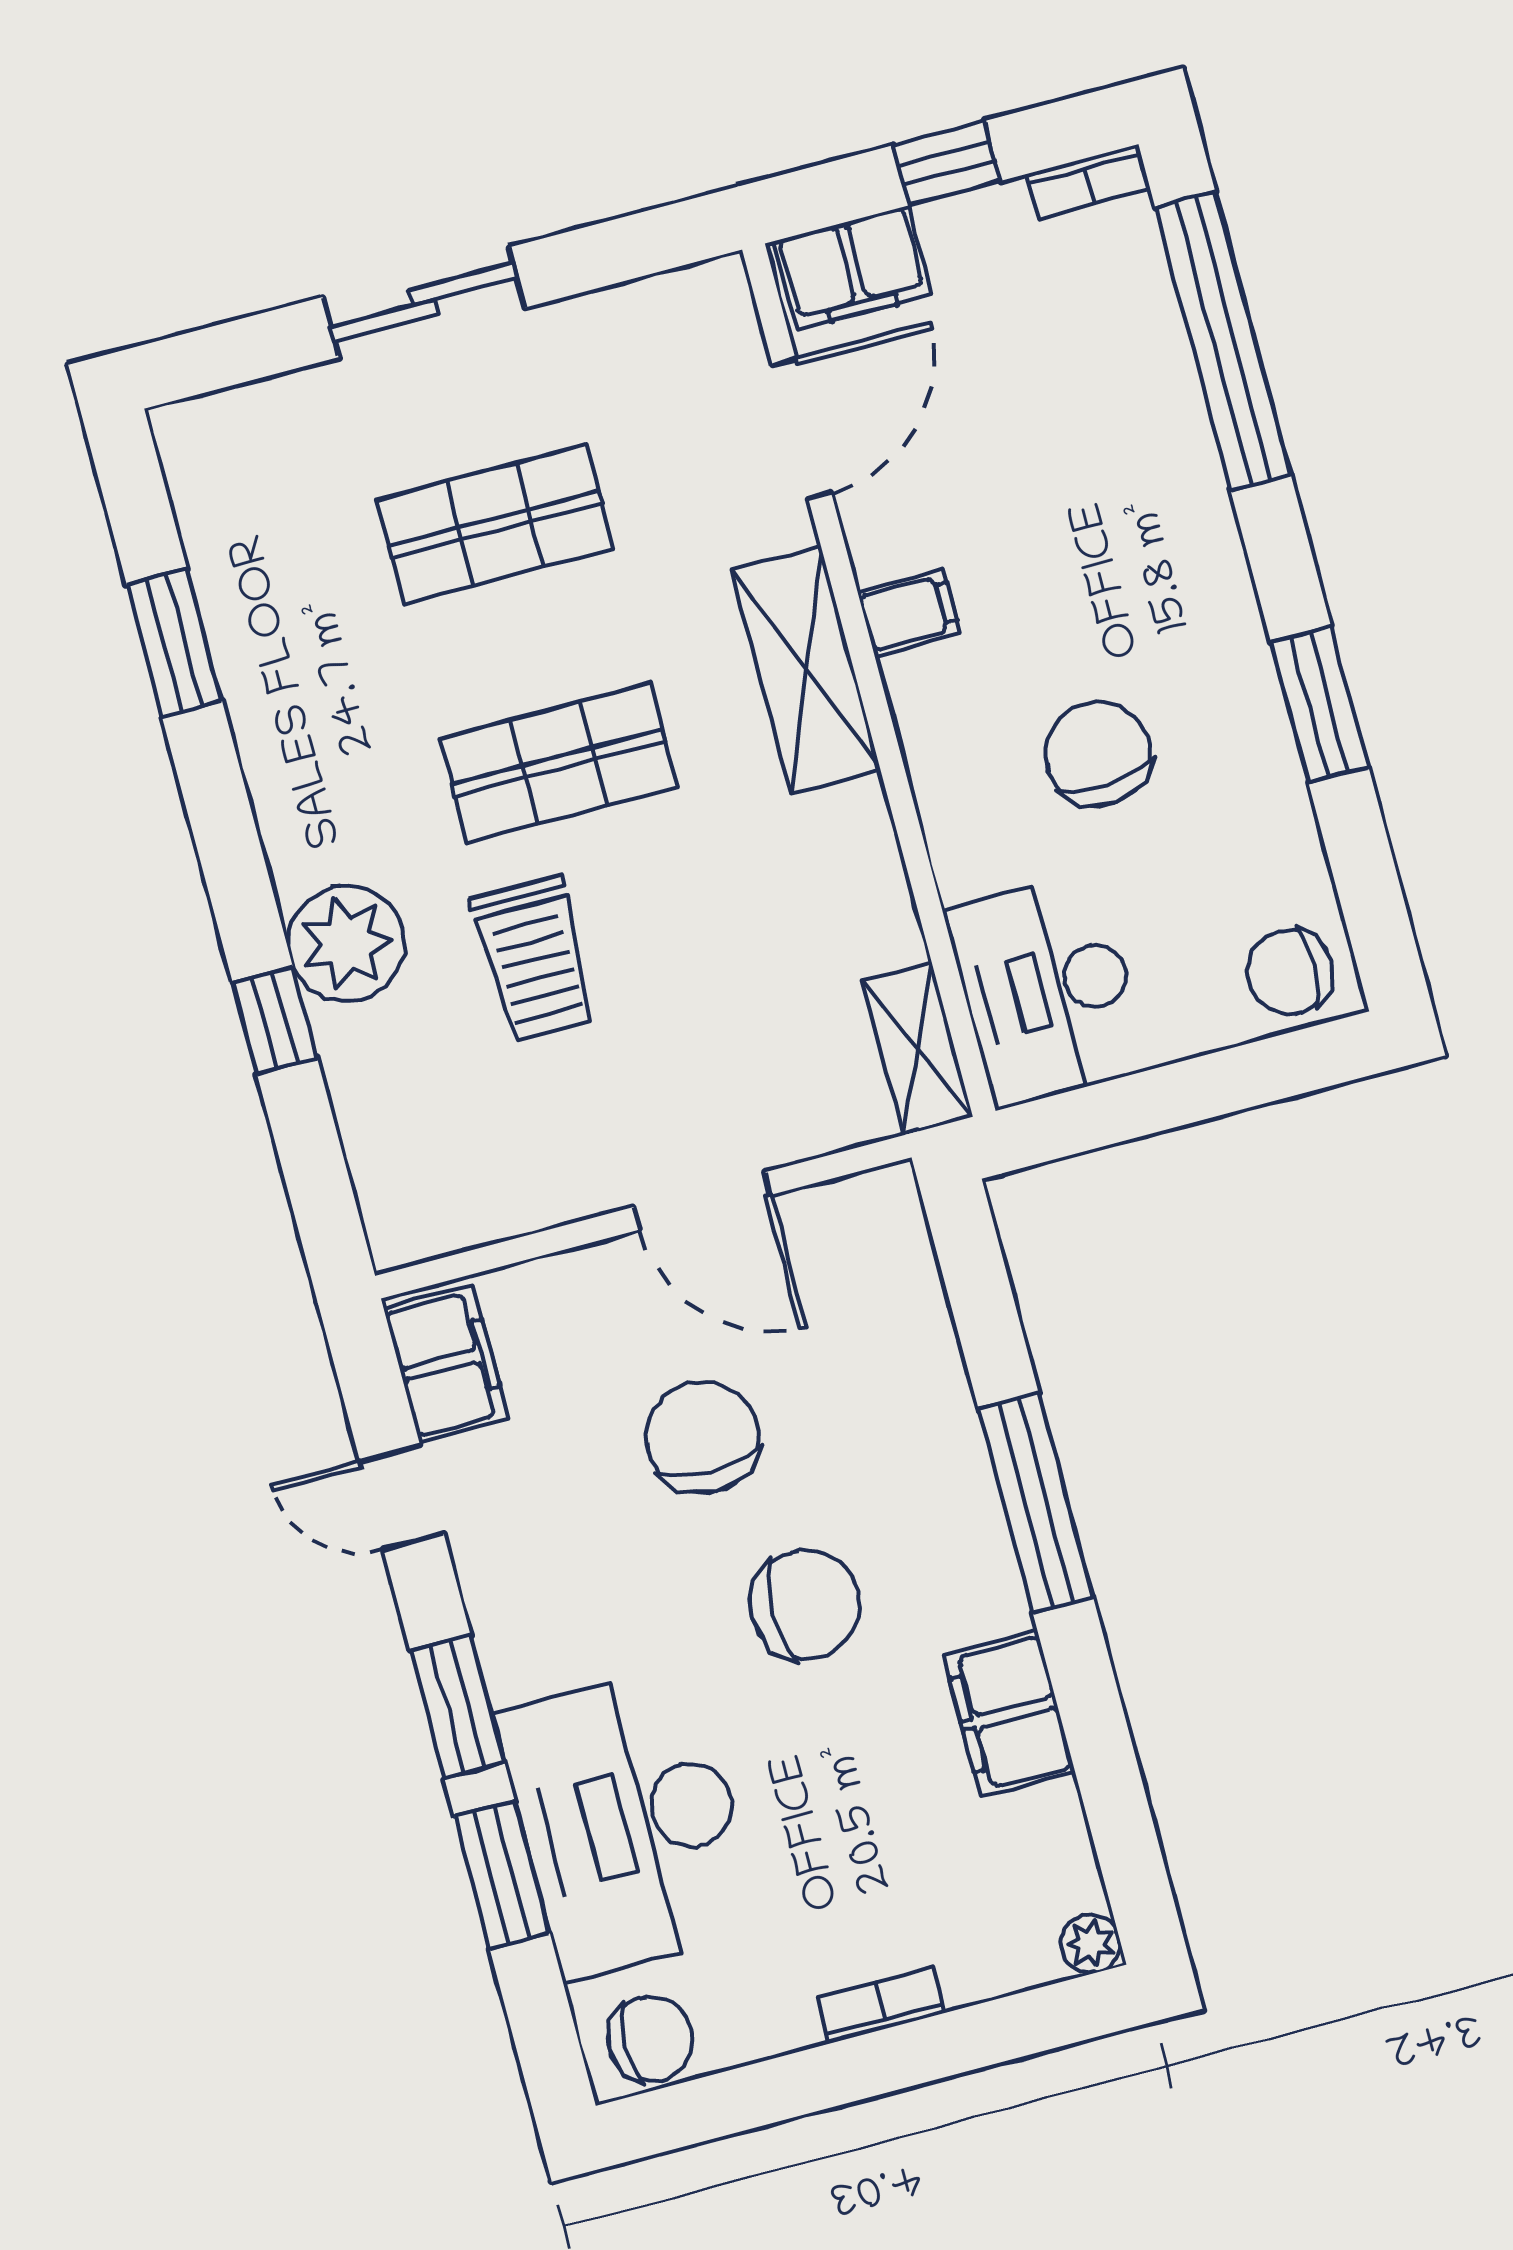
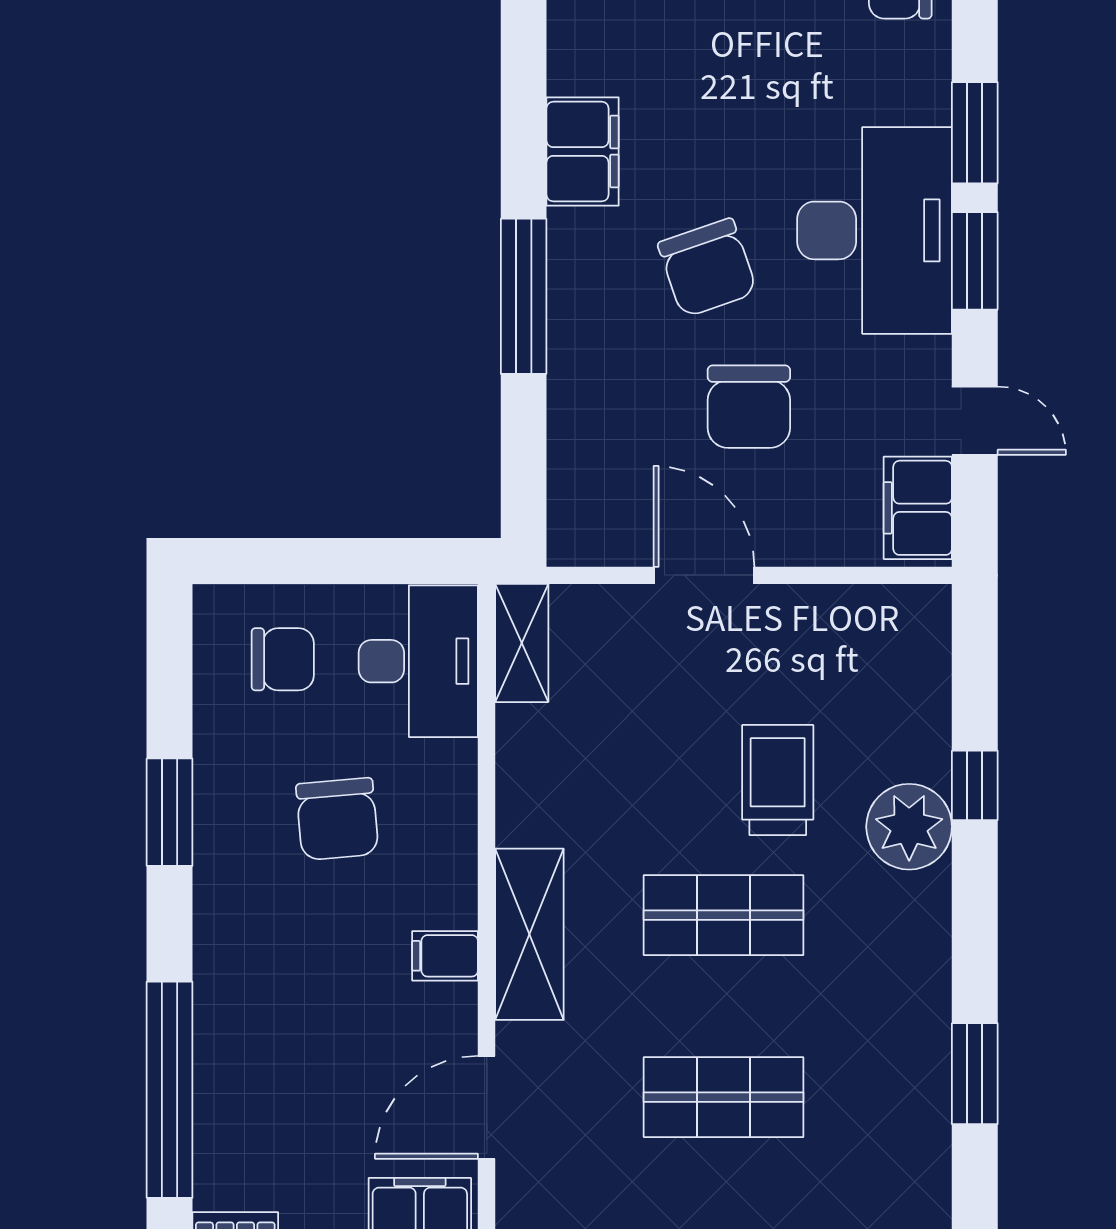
chair: (1290, 972) -> (283, 659), moved
chair: (805, 1605) -> (707, 268), turned -109
desk: (629, 1822) -> (875, 230), moved

